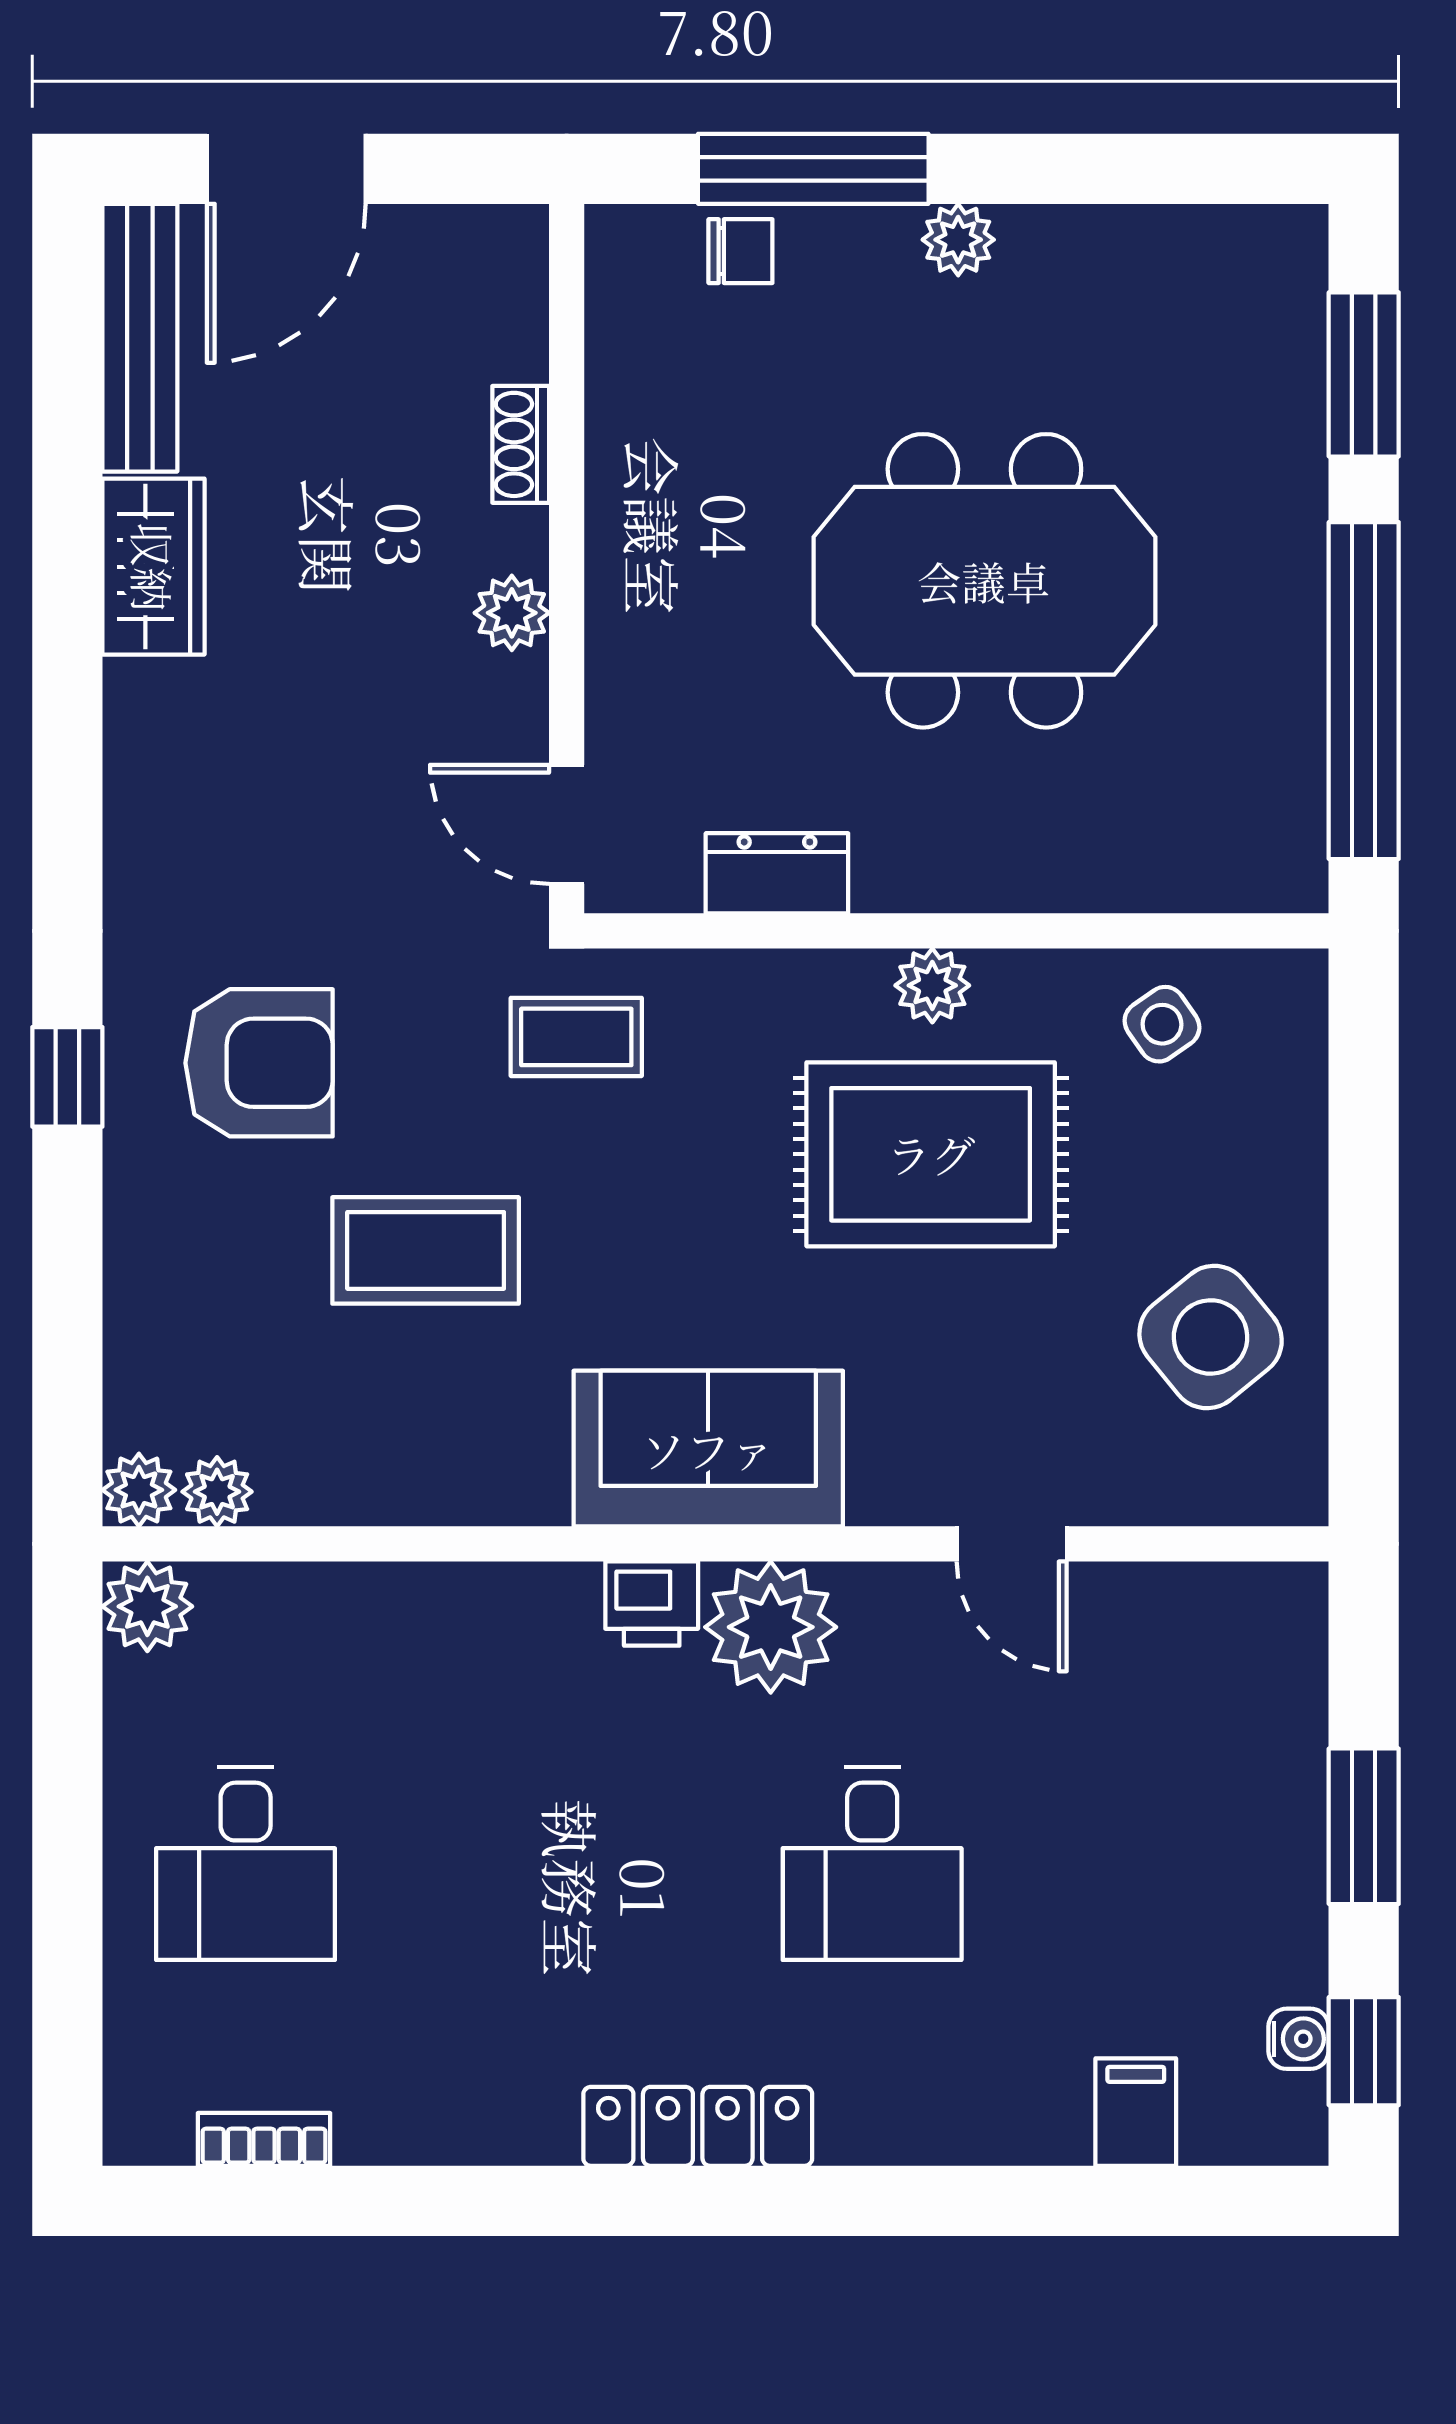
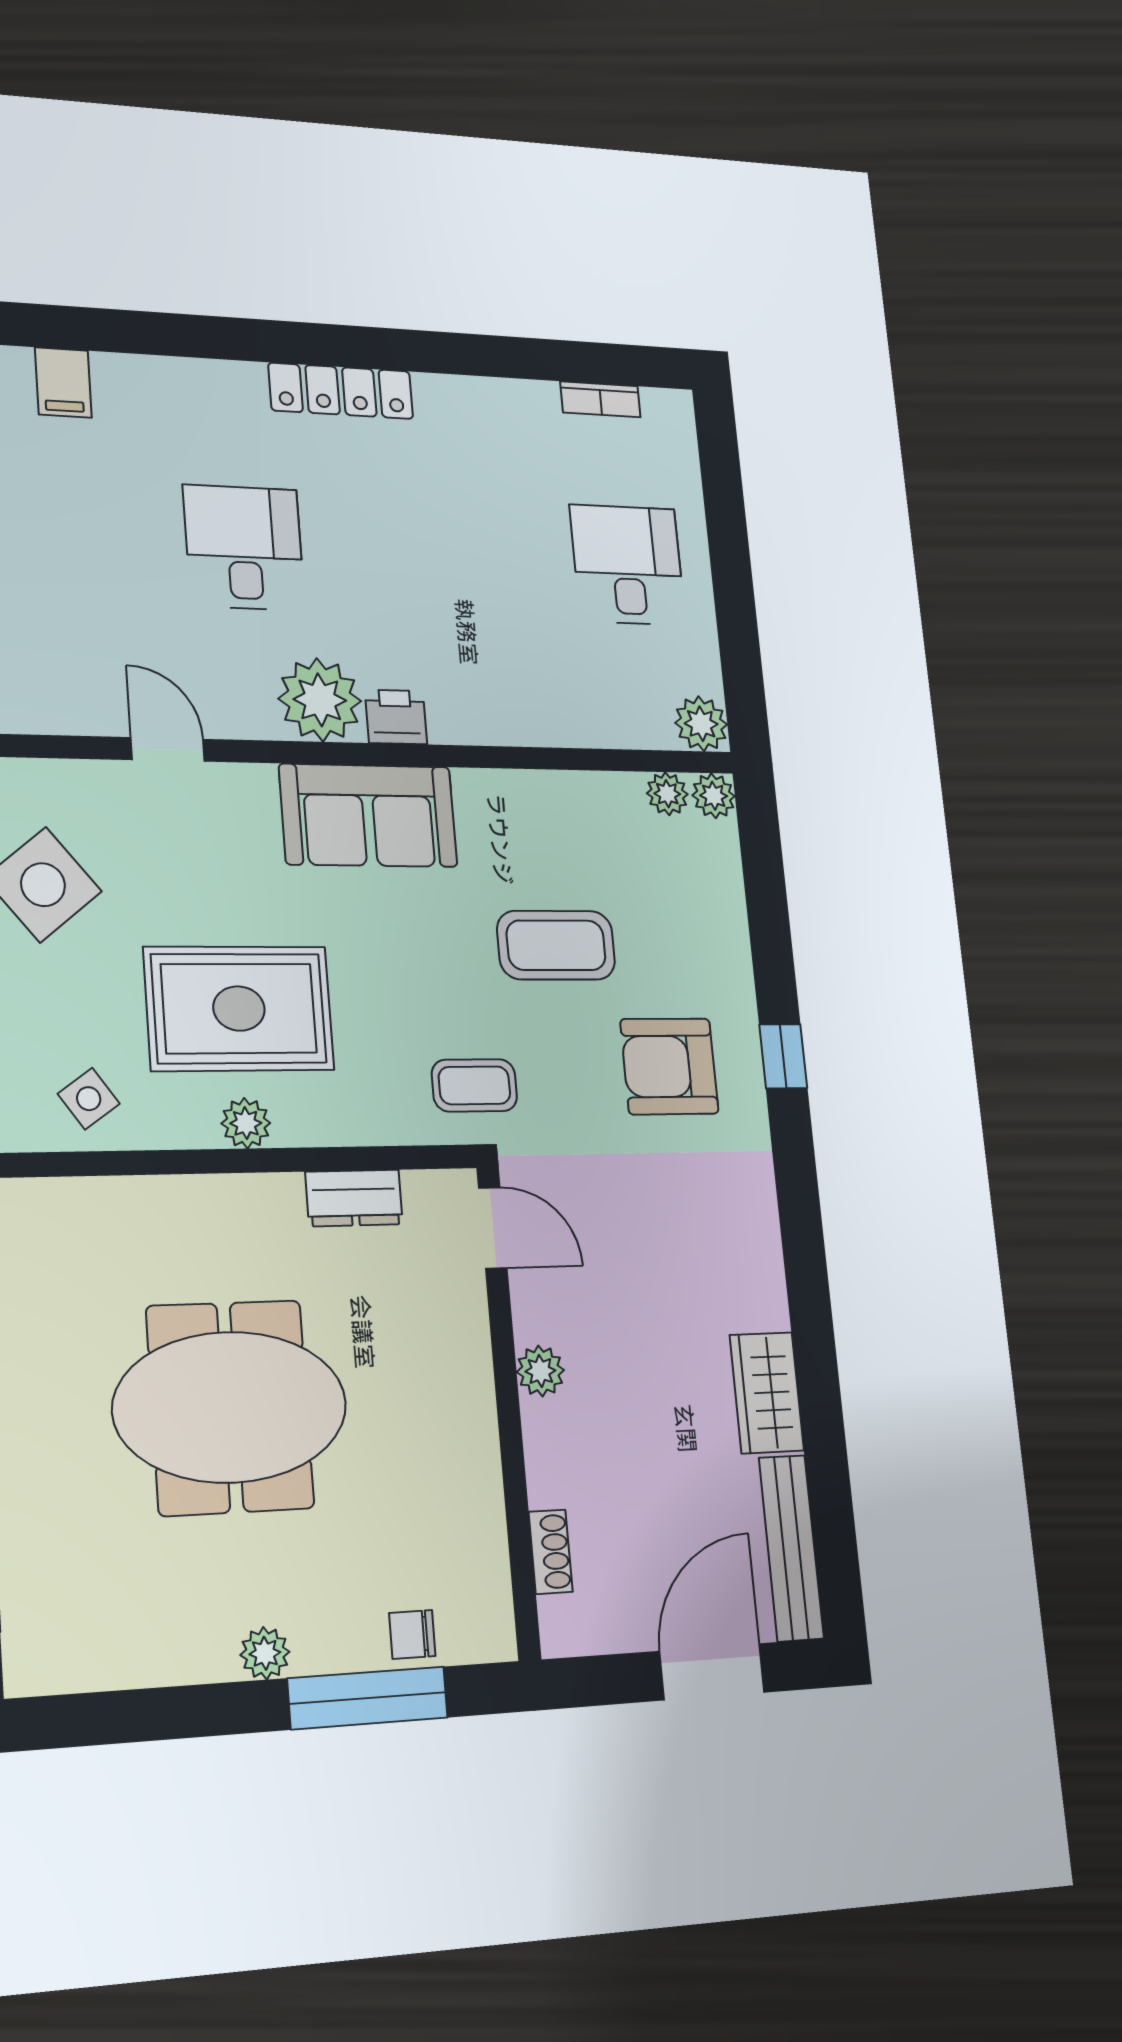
shoe rack: (521, 444) -> (551, 1552), moved

